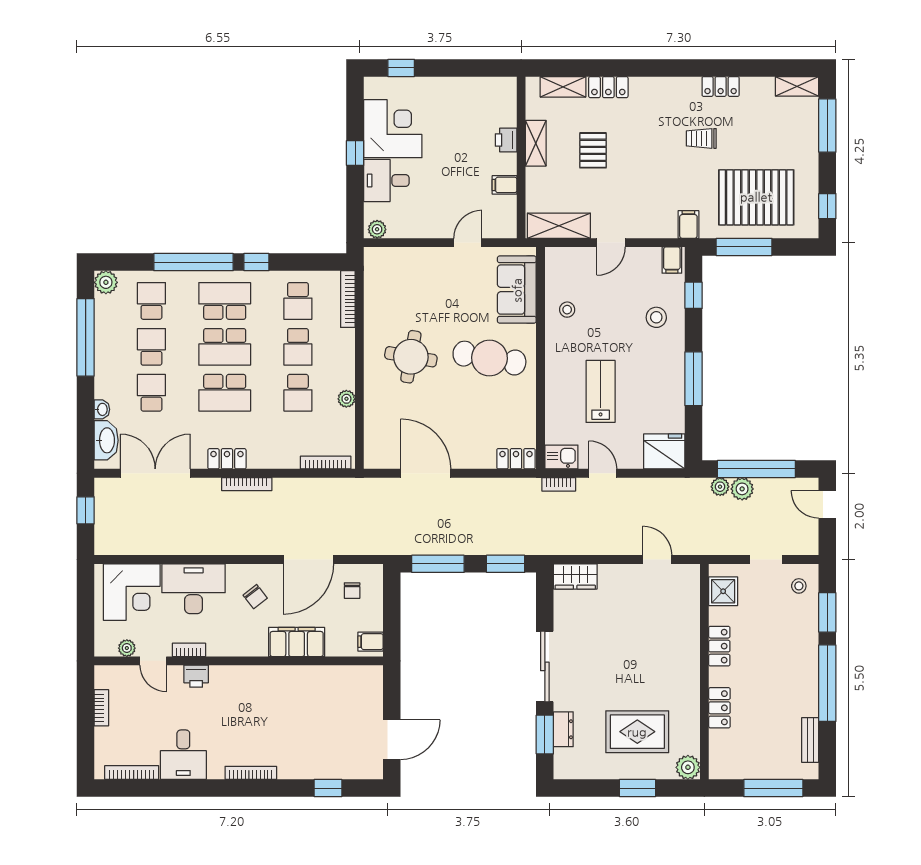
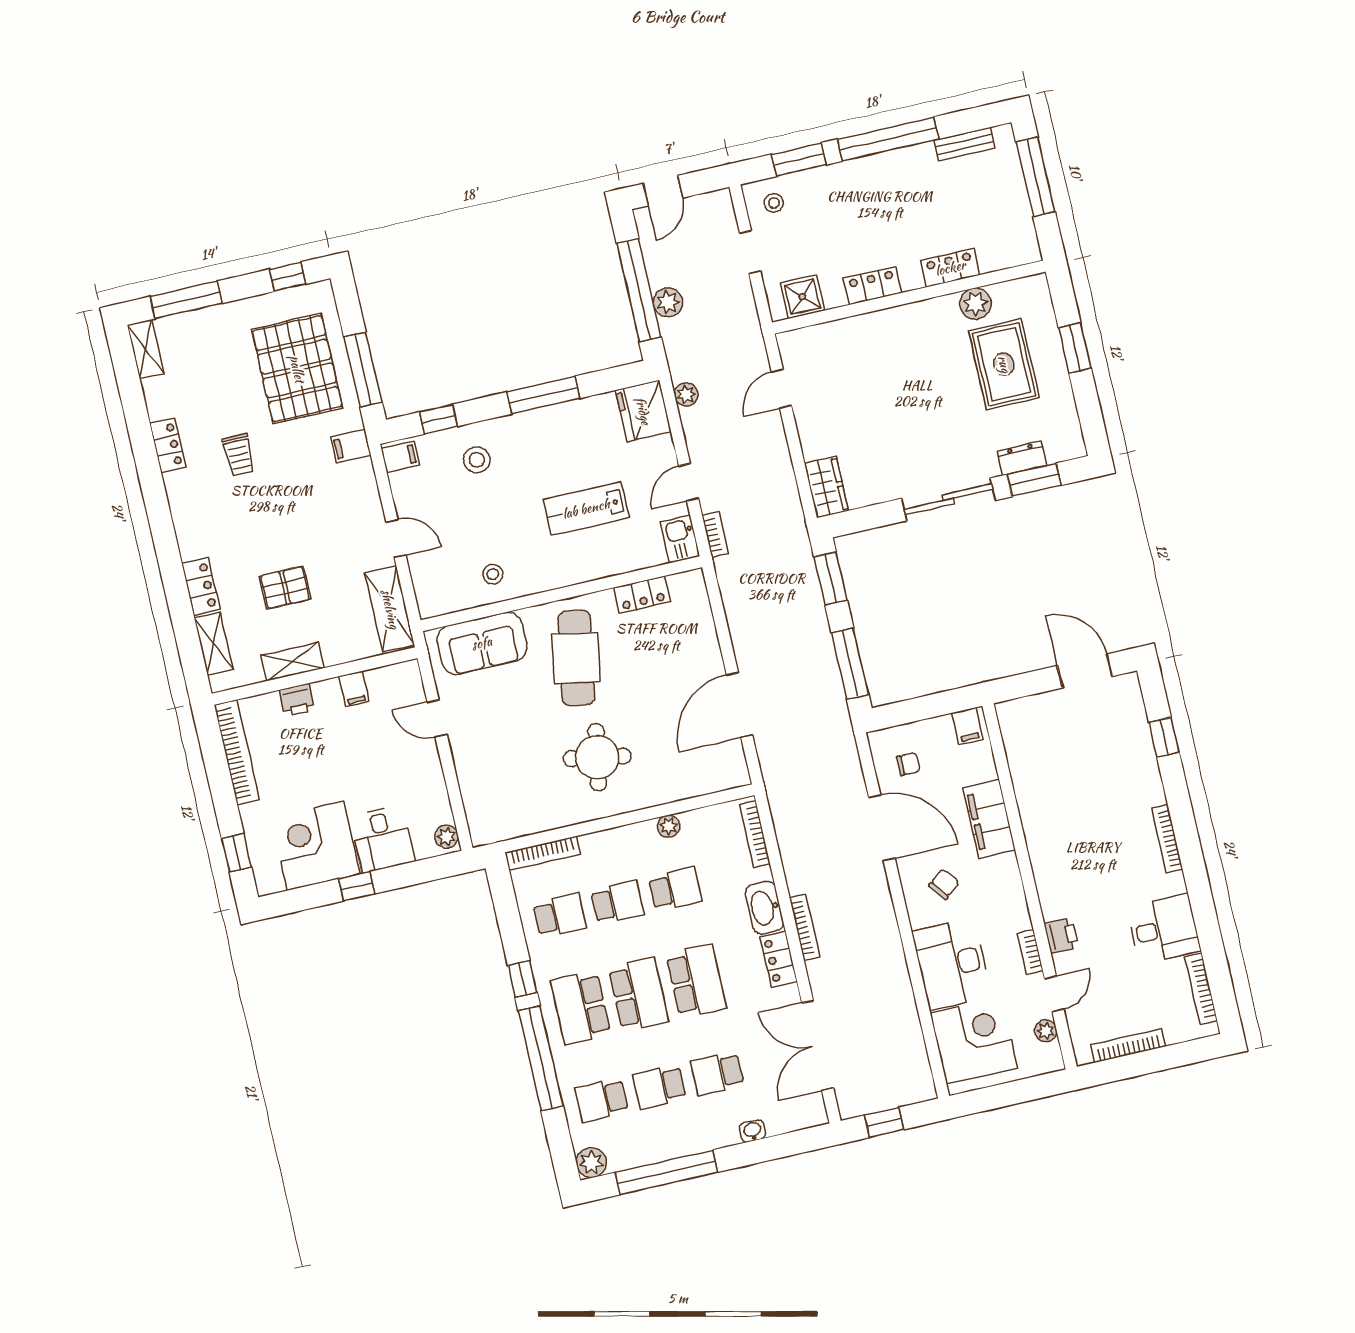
bookcase: (477, 86) -> (237, 752), added
washbasin: (106, 440) -> (764, 908), moved, turned -90
locker: (516, 459) -> (642, 595), moved, turned -90
plant: (720, 487) -> (686, 394), moved
bookcase: (101, 708) -> (1128, 1046), width x1.56
plant: (688, 767) -> (975, 304), moved

